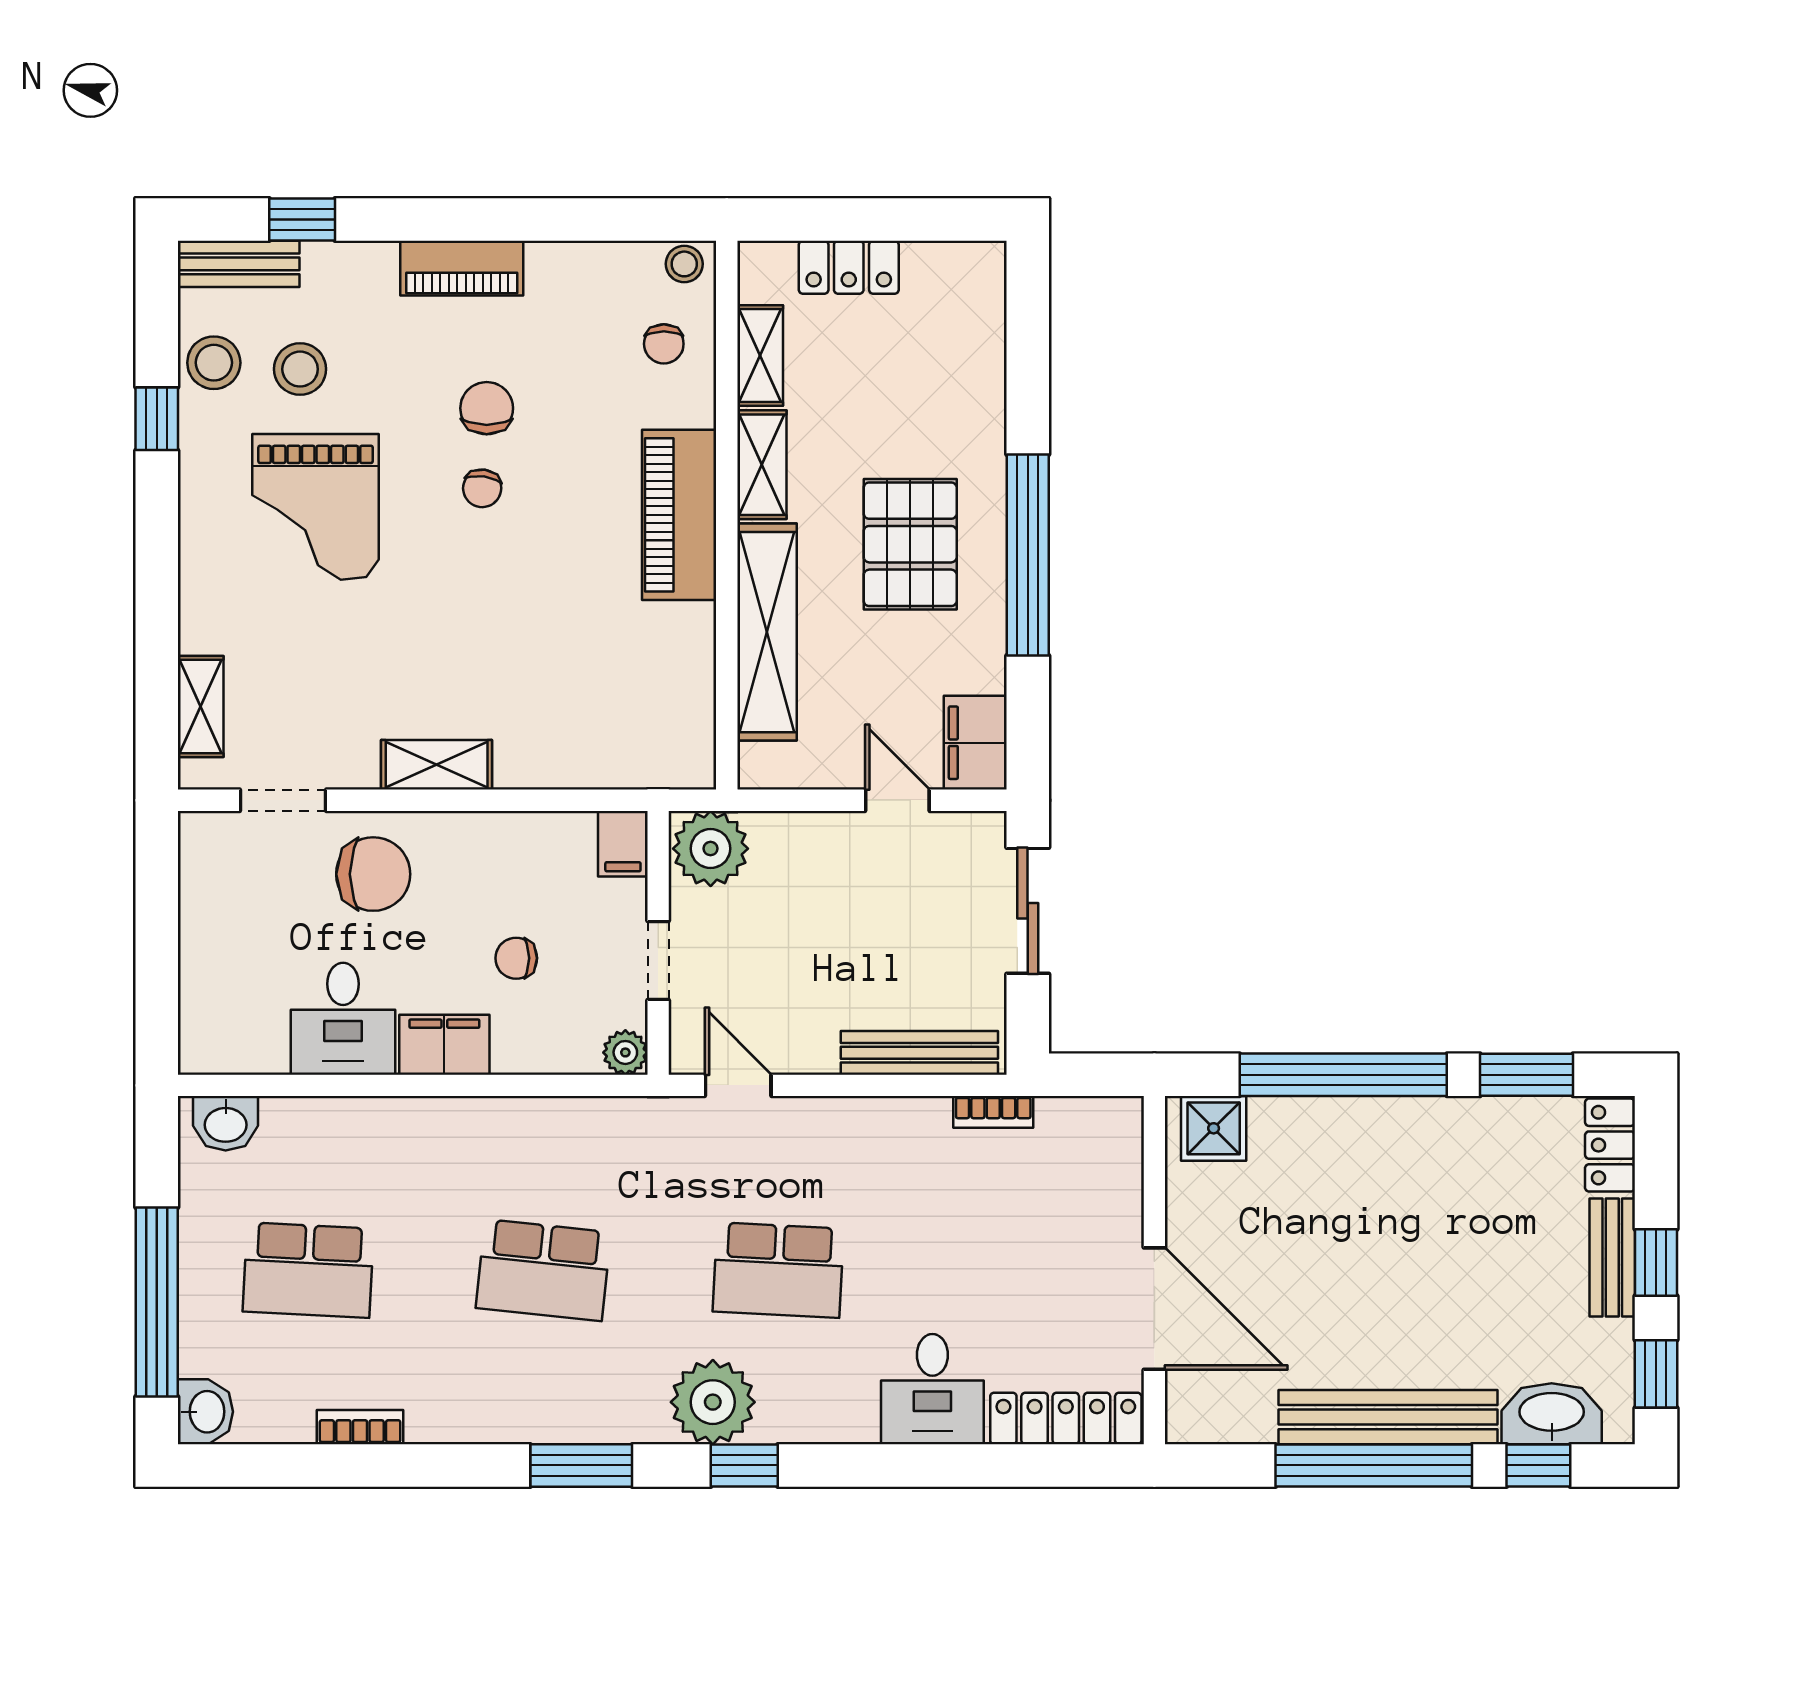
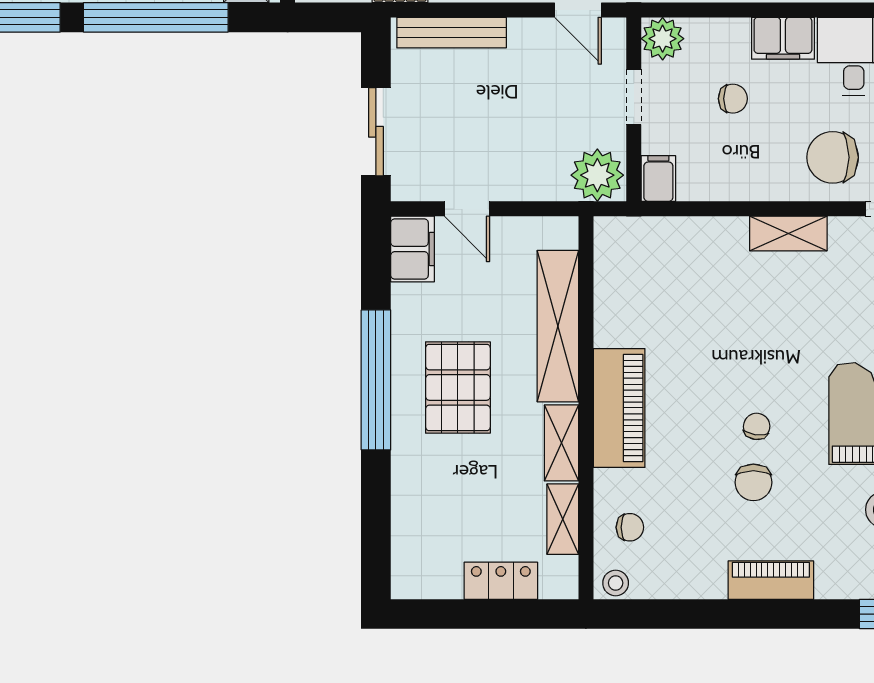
chair: (664, 344) -> (630, 527), turned 90
plant: (625, 1052) -> (663, 39), width x1.38, depth x1.38

